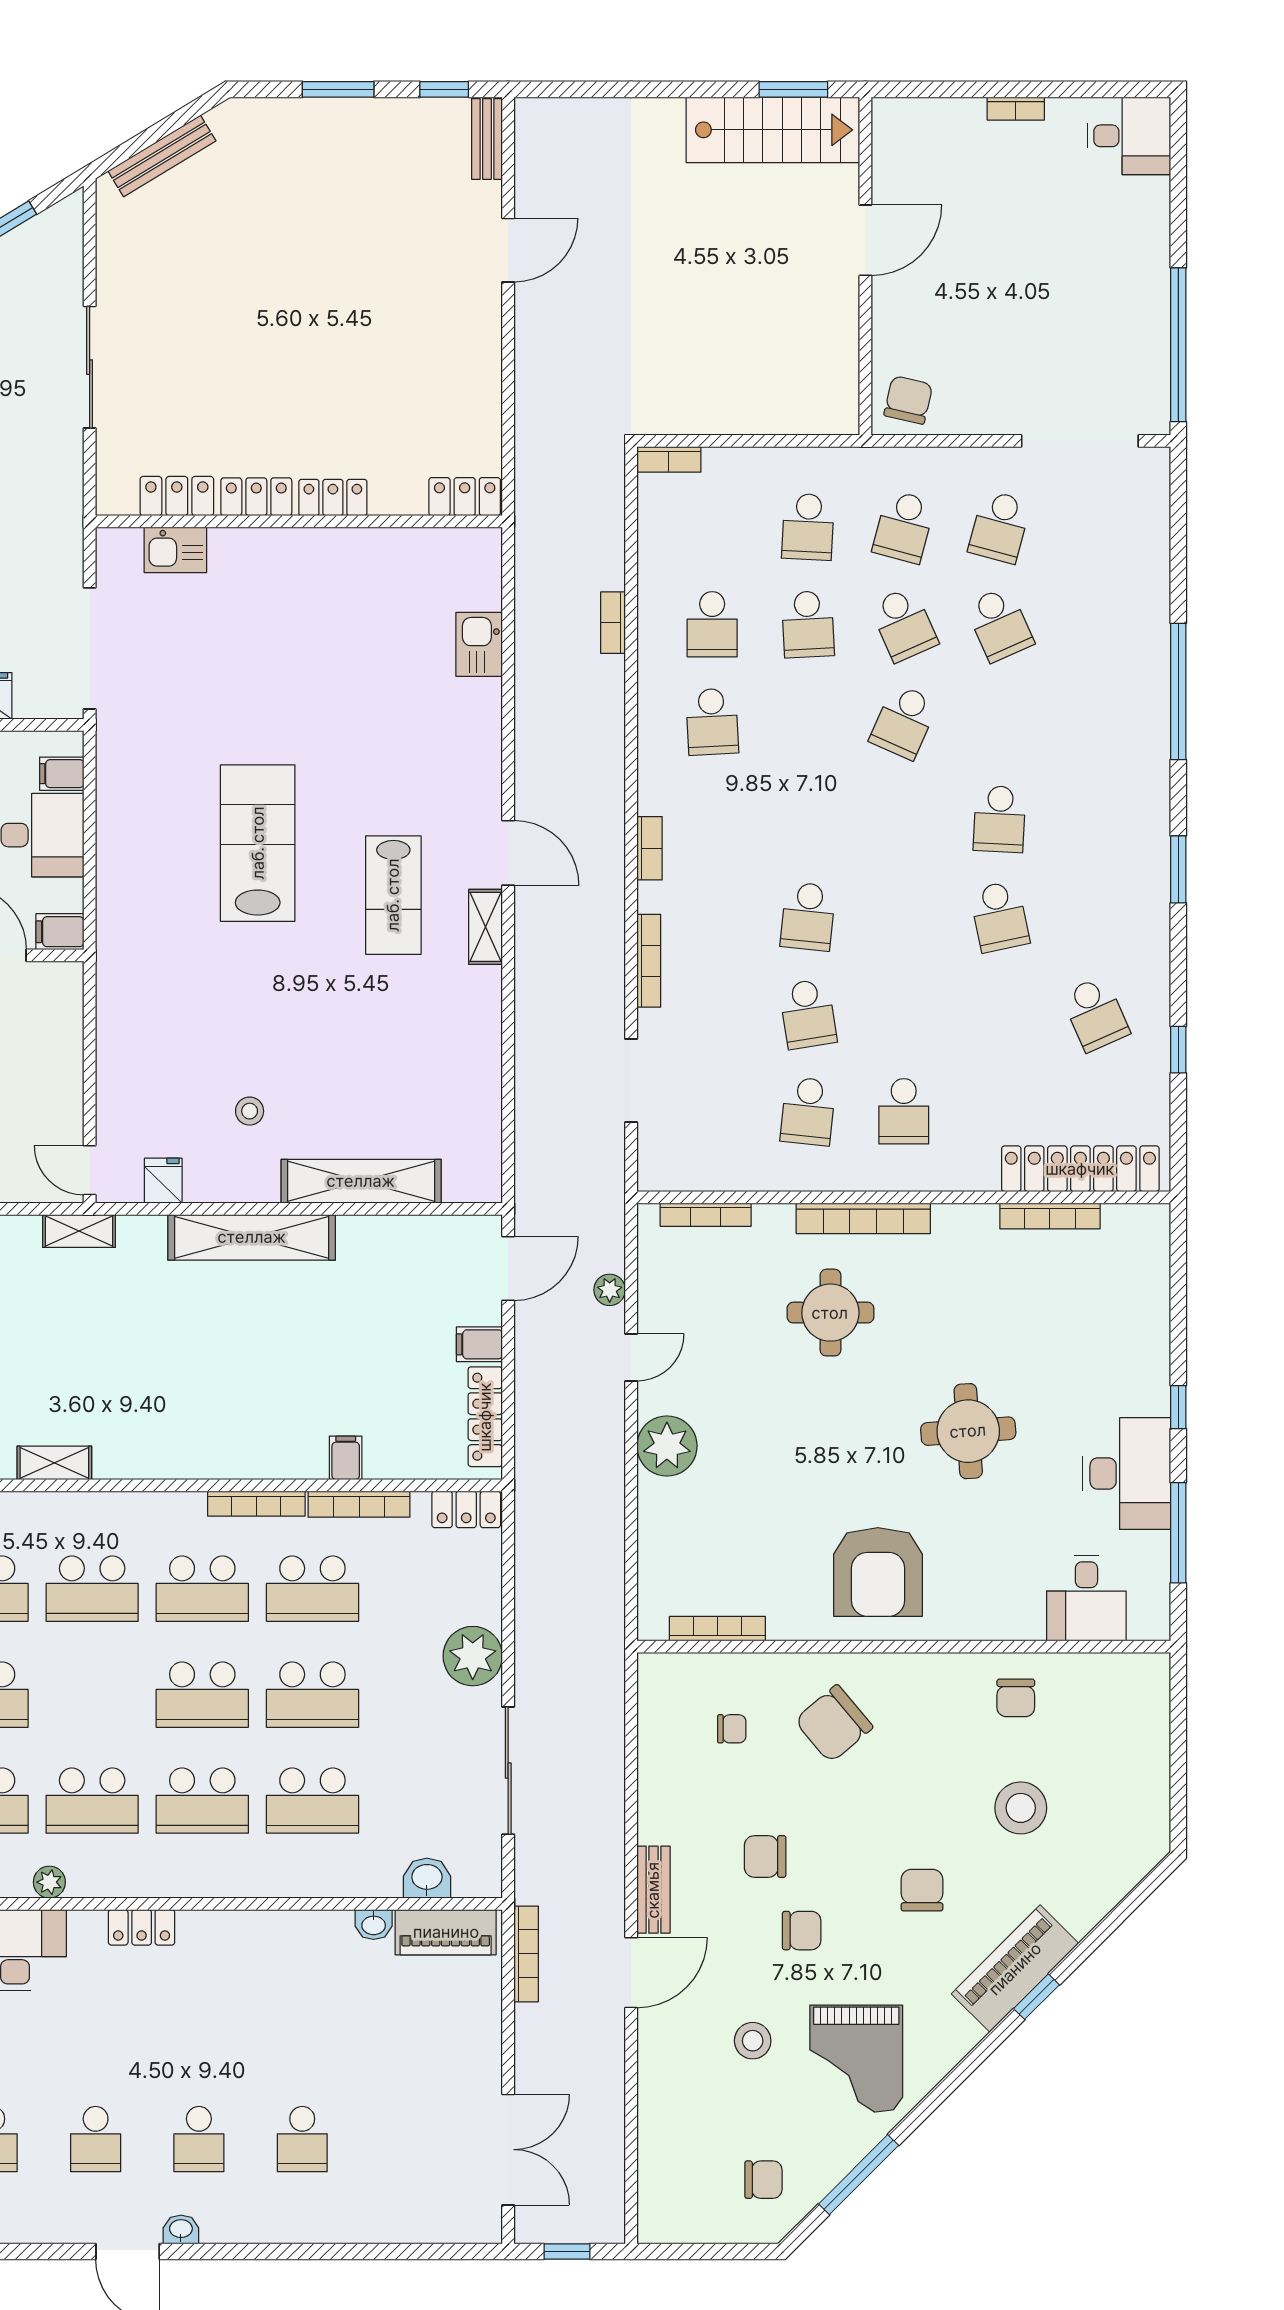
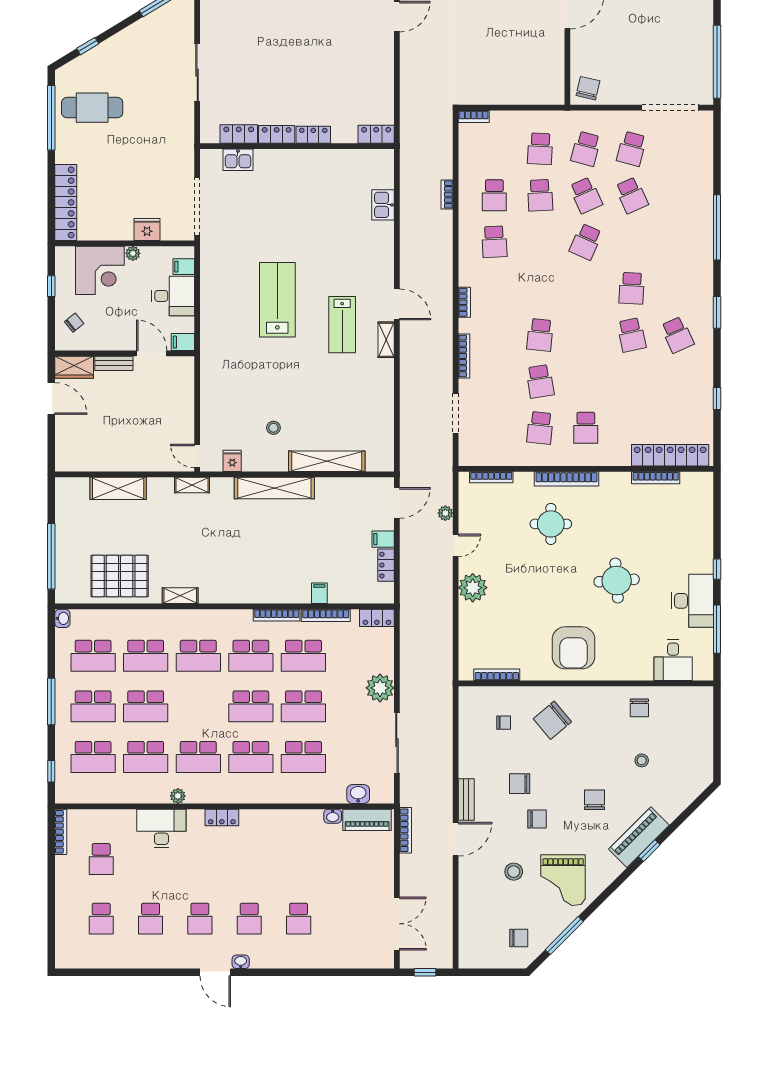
school desk: (1095, 1014) -> (677, 335), moved
locker: (485, 1417) -> (386, 565), width x0.66
stool: (1021, 1808) -> (642, 760), width x0.53, depth x0.53

